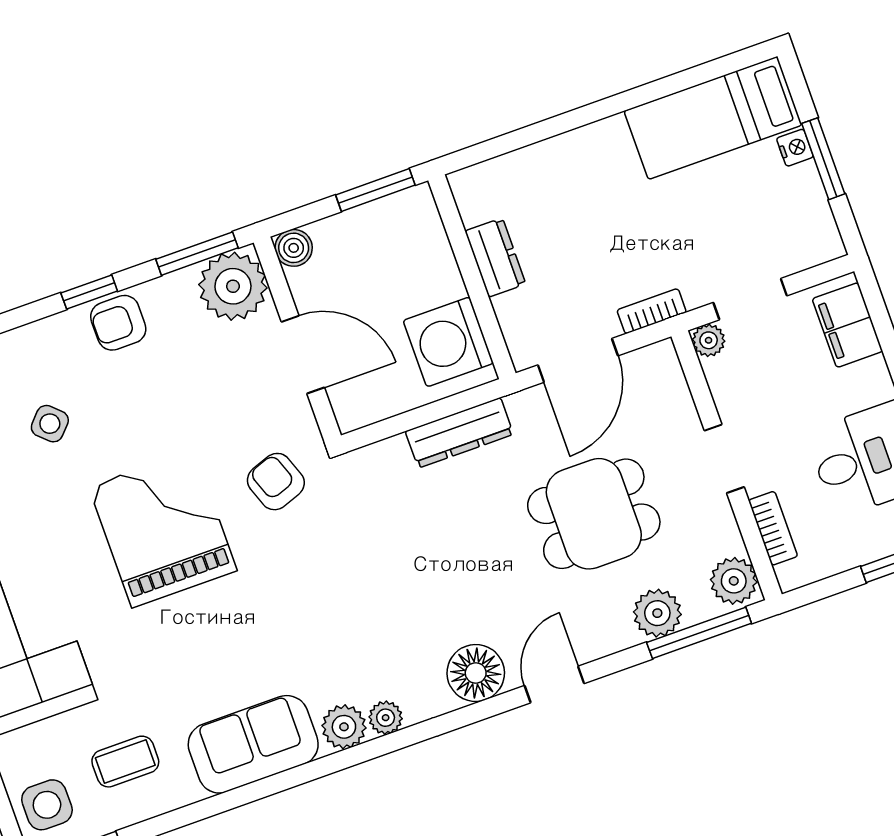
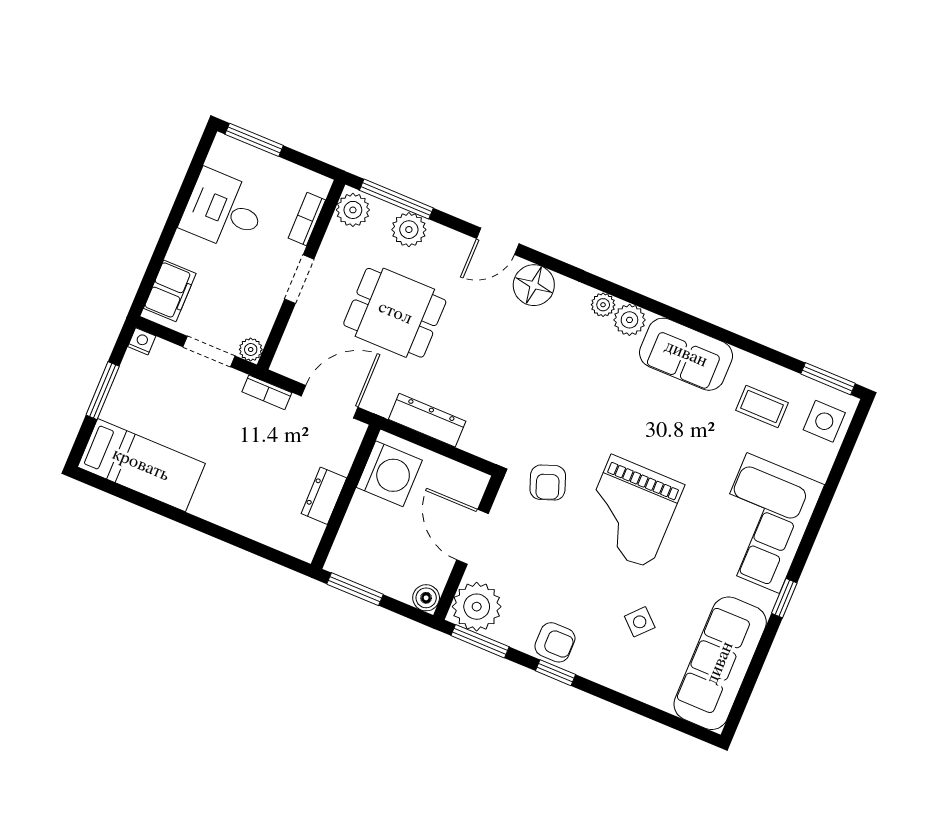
nightstand: (795, 148) -> (142, 341), moved, turned 90

